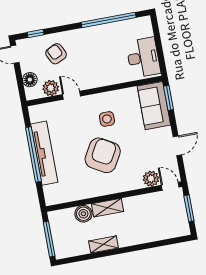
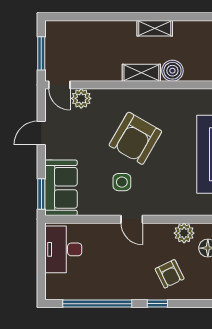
window: (35, 34) -> (157, 304), moved
door: (72, 95) -> (132, 219), moved

